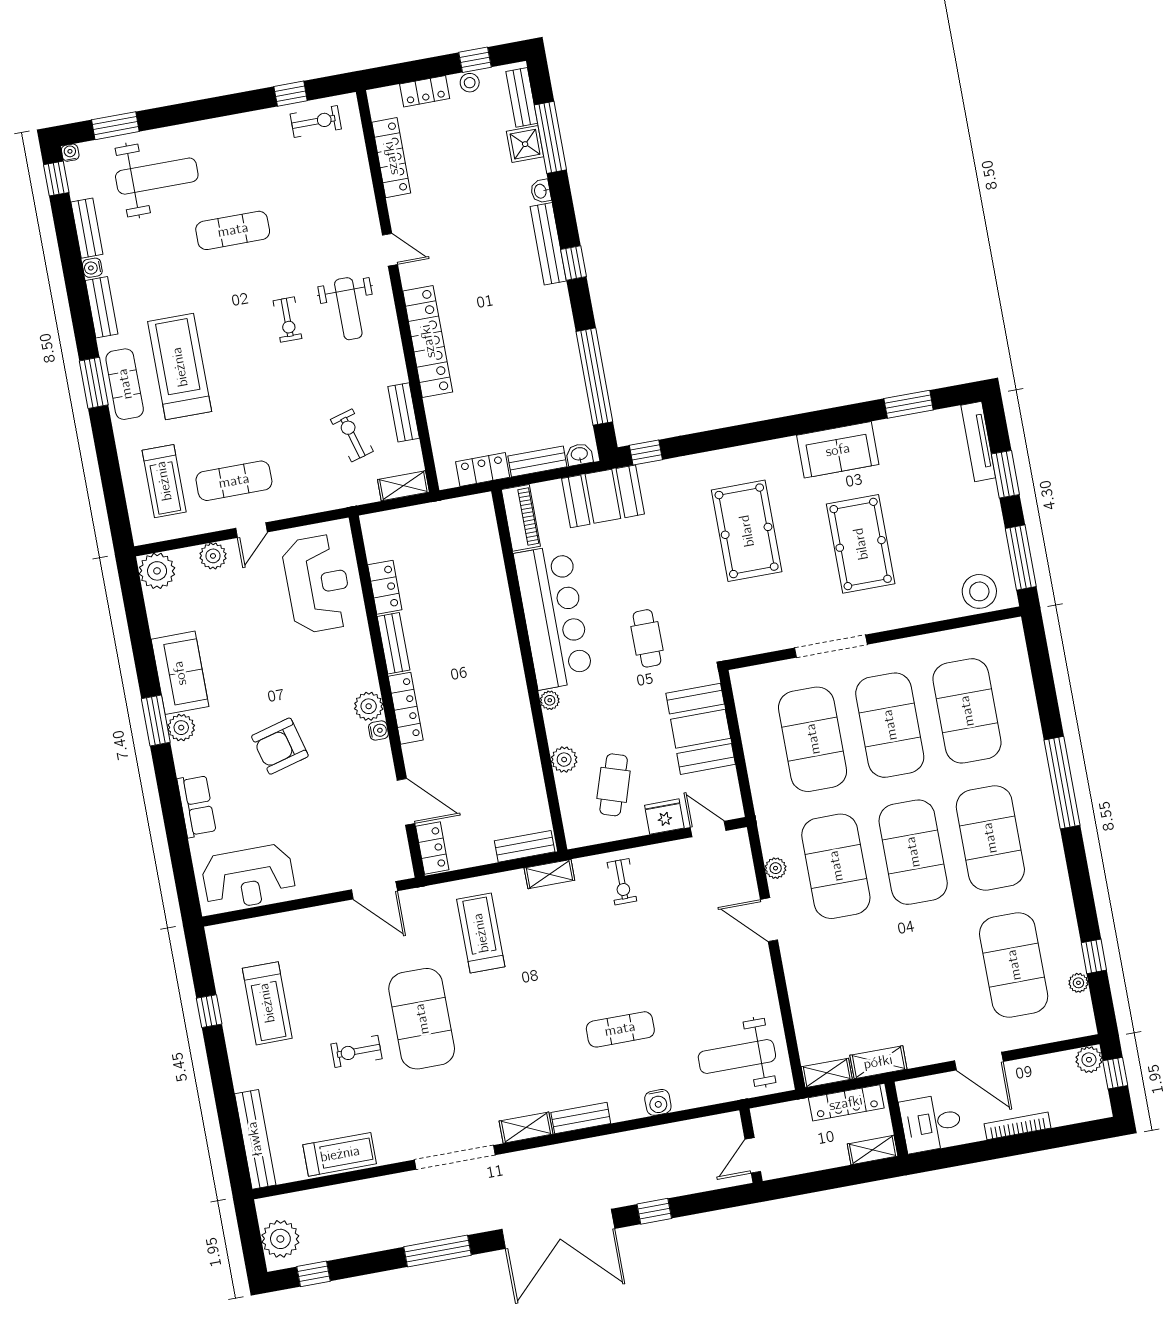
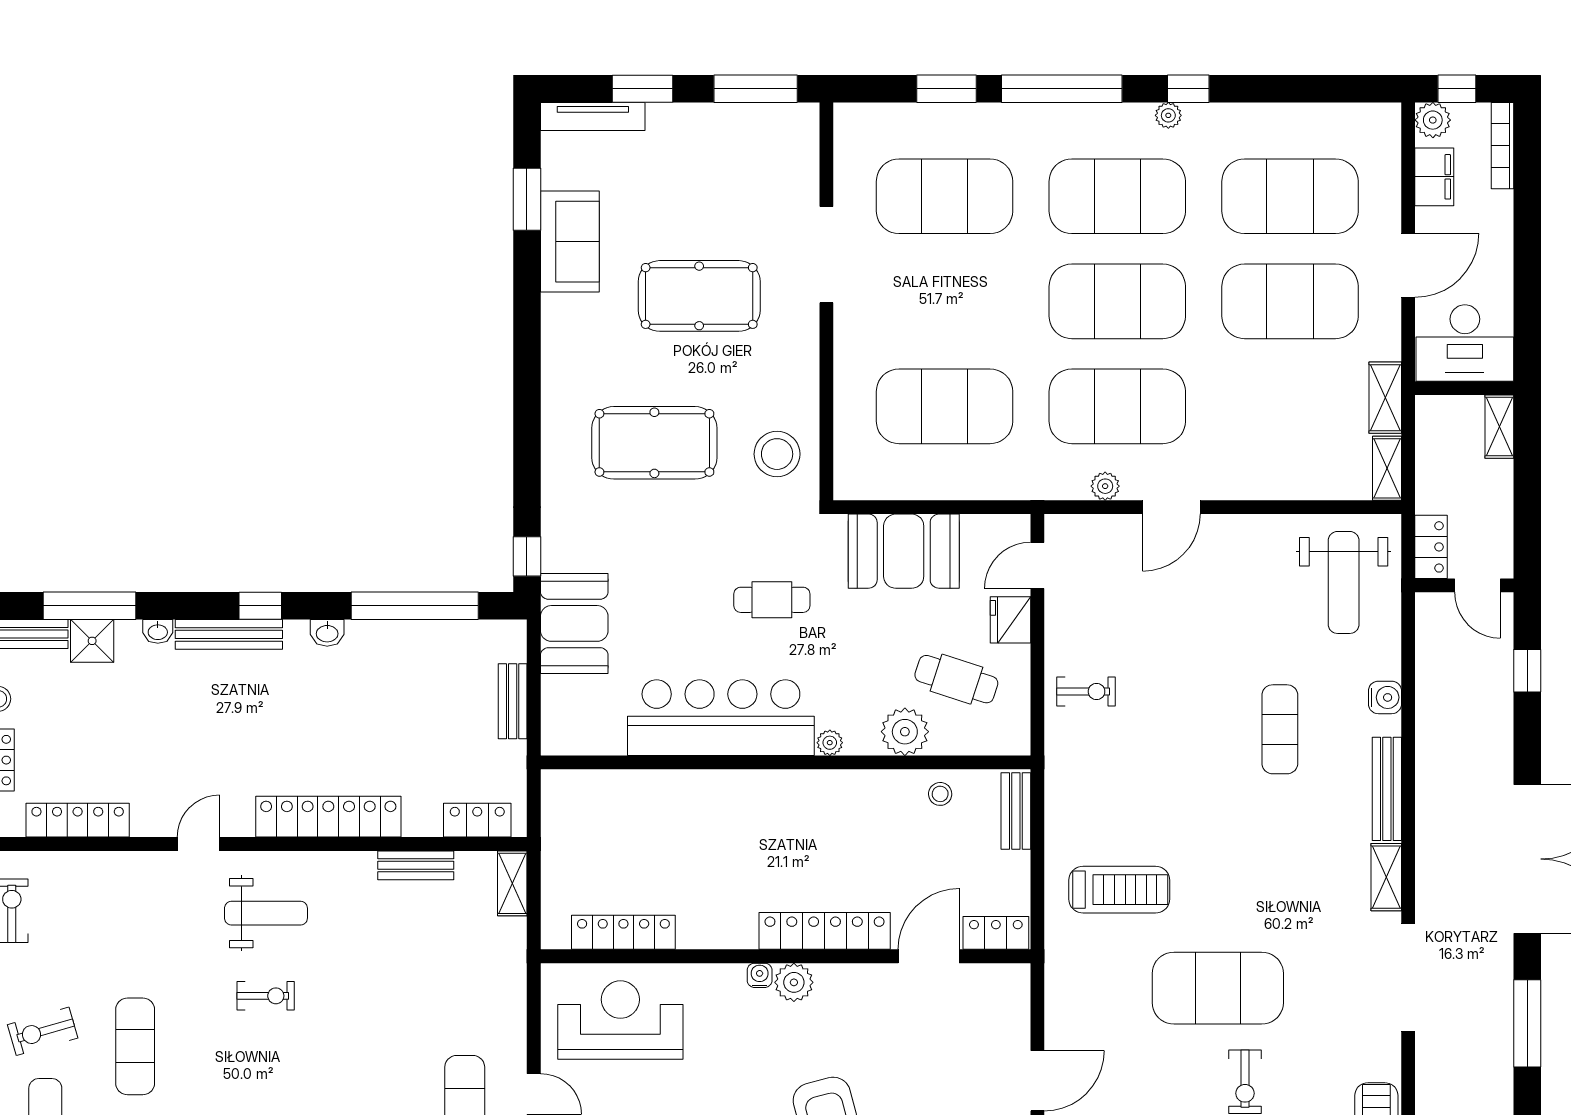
exercise bike: (352, 435) -> (43, 1031), moved
sofa: (838, 450) -> (570, 242), moved
washbasin: (579, 454) -> (327, 633), moved, turned -90
locker: (483, 470) -> (477, 820), moved, turned 90
piano: (521, 518) -> (583, 737), removed
locker: (385, 587) -> (623, 932), width x1.53
stool: (979, 591) -> (777, 454), moved
bench: (393, 643) -> (717, 934), removed
doorway: (831, 646) -> (826, 255), moved
window: (1046, 698) -> (946, 89), added
locker: (406, 708) -> (825, 931), width x1.41, depth x1.21
exercise mat: (890, 725) -> (1290, 301), moved
water cooler: (378, 731) -> (760, 975), moved
plant: (564, 760) -> (905, 732), width x1.36, depth x1.36
stool: (527, 788) -> (940, 794), added
shelving: (549, 874) -> (1058, 785), removed
door: (374, 890) -> (1037, 1081), moved
treadmill: (481, 933) -> (1119, 890), turned 180
window: (1094, 956) -> (1188, 89), moved
plant: (1078, 983) -> (1168, 115), moved
filing cabinet: (1047, 1068) -> (1434, 177), added
locker: (846, 1103) -> (1431, 547), moved, width x0.66
bench: (581, 1118) -> (1387, 789), width x1.36
desk: (931, 1123) -> (1465, 343), width x1.37
bookcase: (1017, 1126) -> (1503, 146), moved
window: (654, 1211) -> (1527, 671), moved

